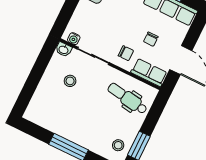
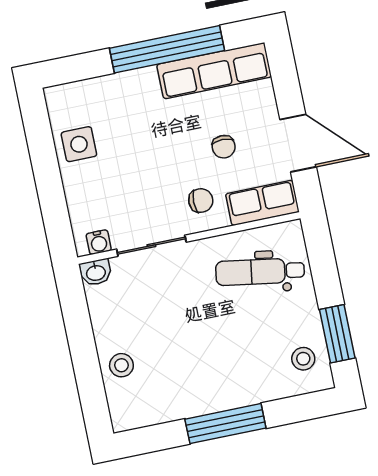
stool: (70, 81) -> (121, 365), moved

